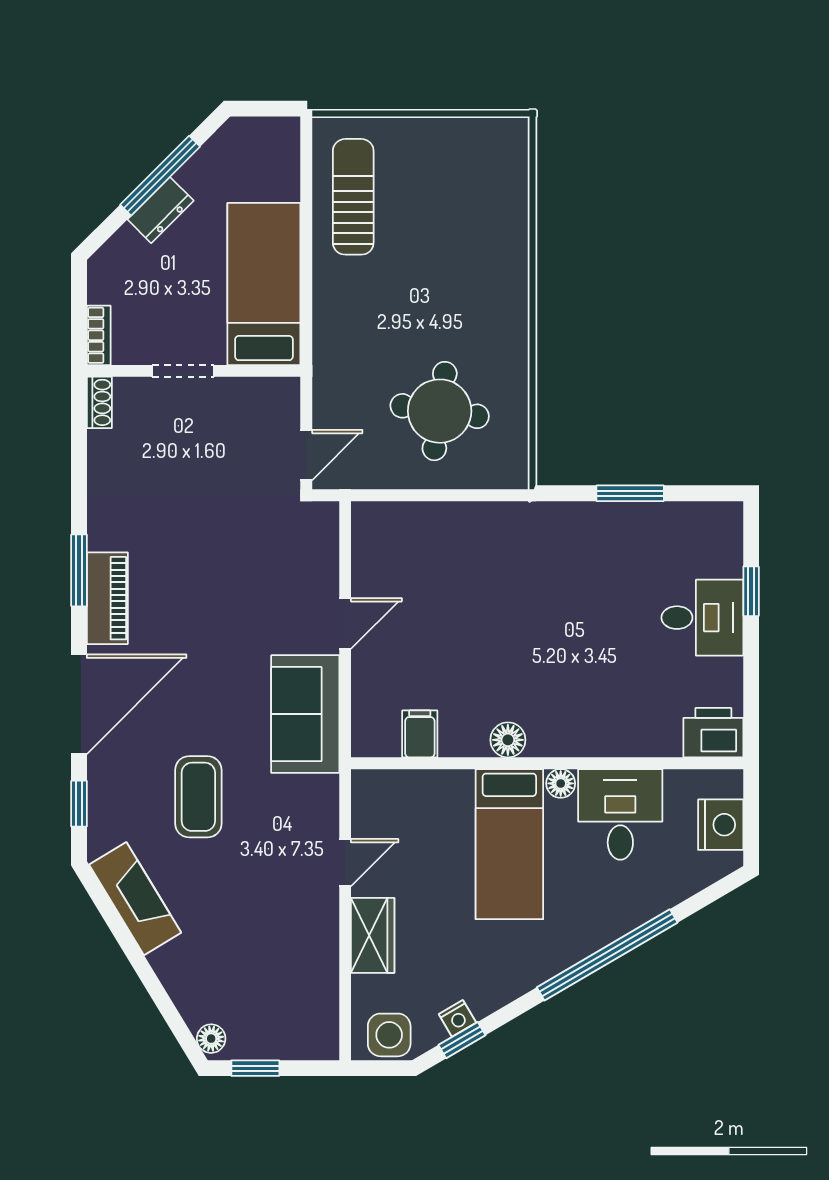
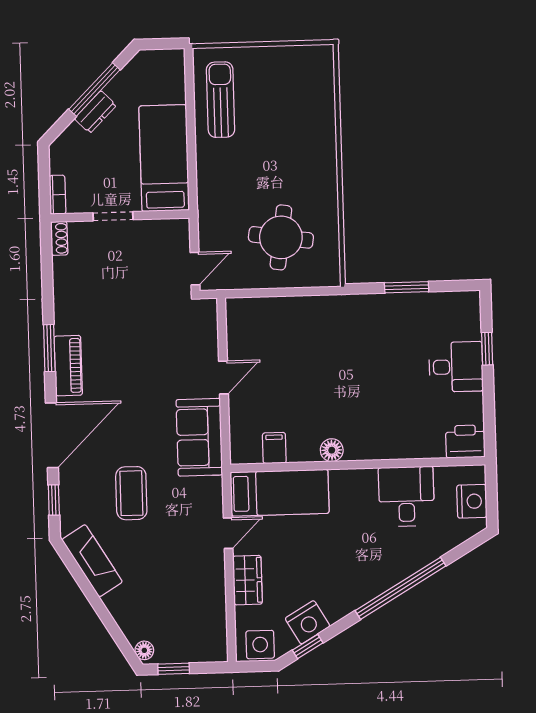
floor lamp: (561, 783) -> (367, 478), removed
bed: (509, 844) -> (280, 493), moved, turned -90
nightstand: (457, 1018) -> (307, 622), width x1.89, depth x1.79

